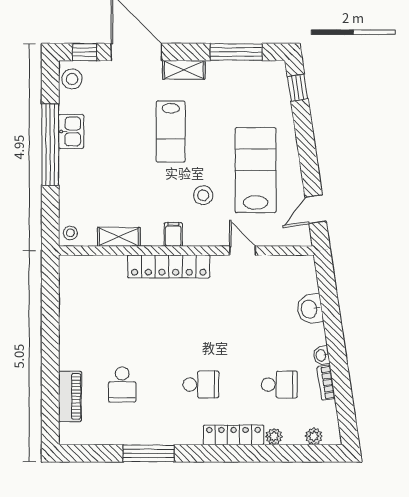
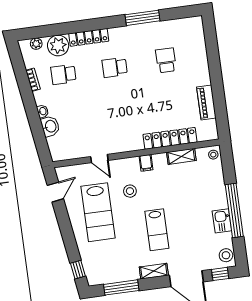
lab bench: (171, 132) -> (157, 230), turned 180
locker: (169, 266) -> (170, 138), moved
washbasin: (321, 355) -> (43, 111), moved
piano: (70, 396) -> (206, 103), moved
plant: (274, 436) -> (58, 45), width x1.87, depth x1.87

